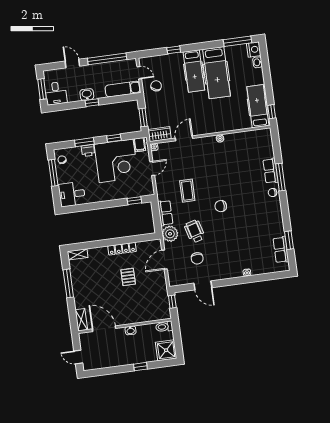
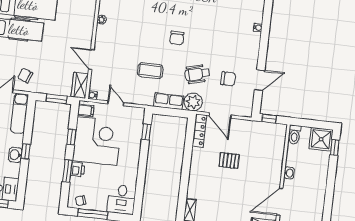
locker: (122, 249) -> (199, 131), moved
window: (140, 367) -> (335, 148), moved

